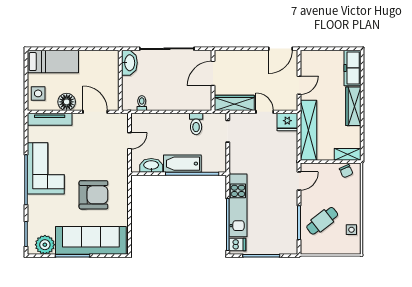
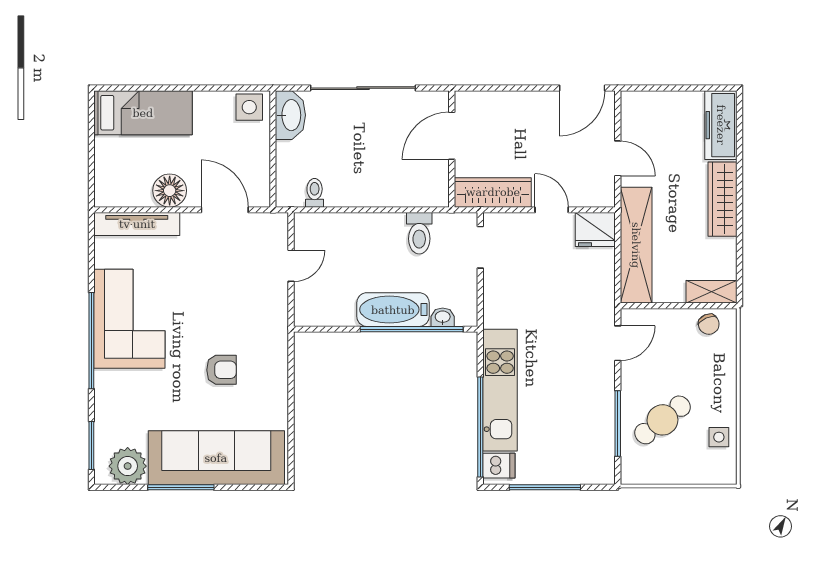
door: (299, 85) -> (618, 158), hinge flipped
side table: (38, 93) -> (249, 107), moved
washbasin: (151, 165) -> (443, 317), moved, width x0.52, depth x0.69
armchair: (93, 195) -> (221, 370), width x0.53, depth x0.53

